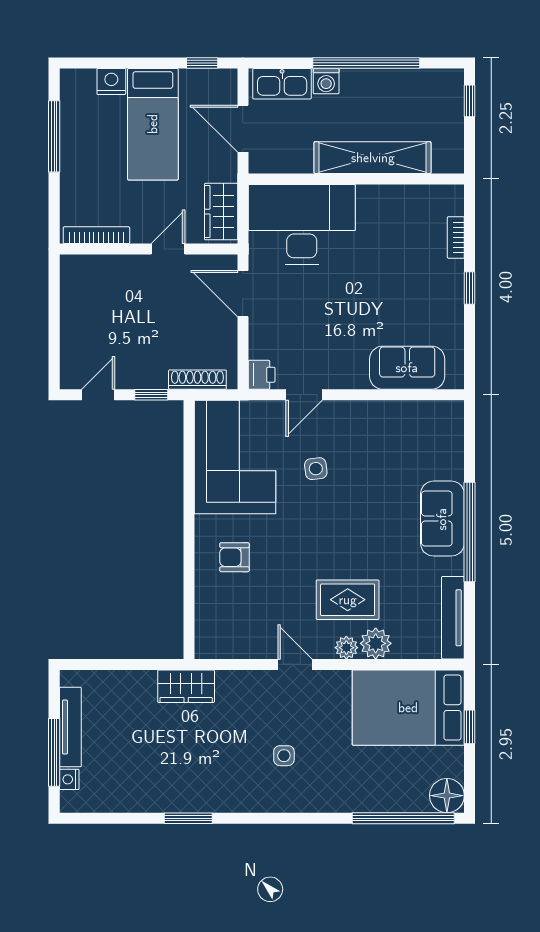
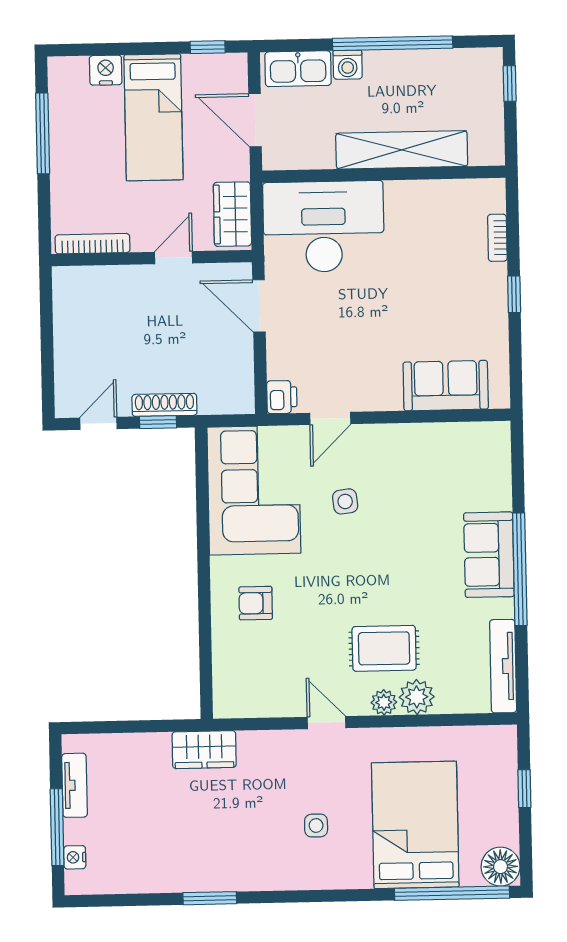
shoe rack: (197, 380) -> (164, 405), moved
bed: (408, 708) -> (415, 825), moved, turned 90
tv unit: (70, 727) -> (75, 785), width x0.71

